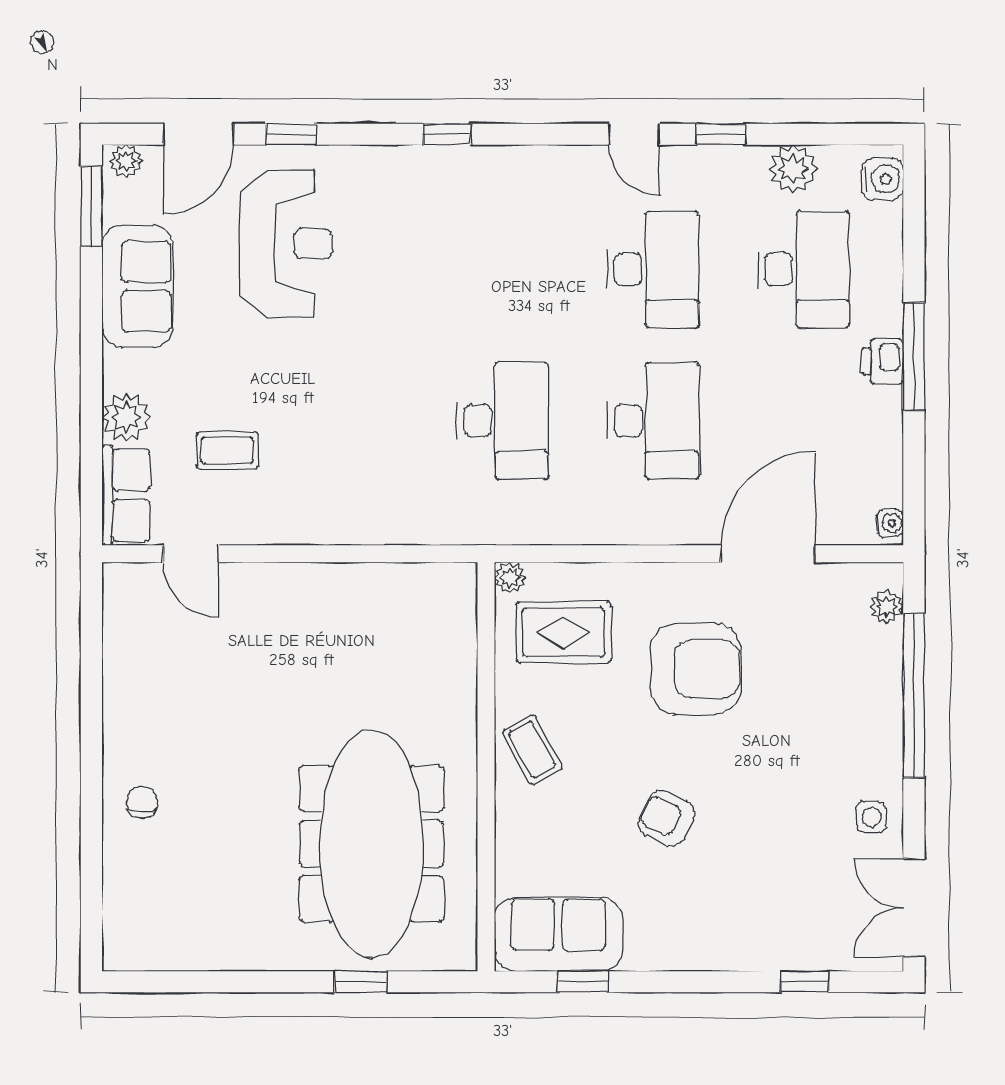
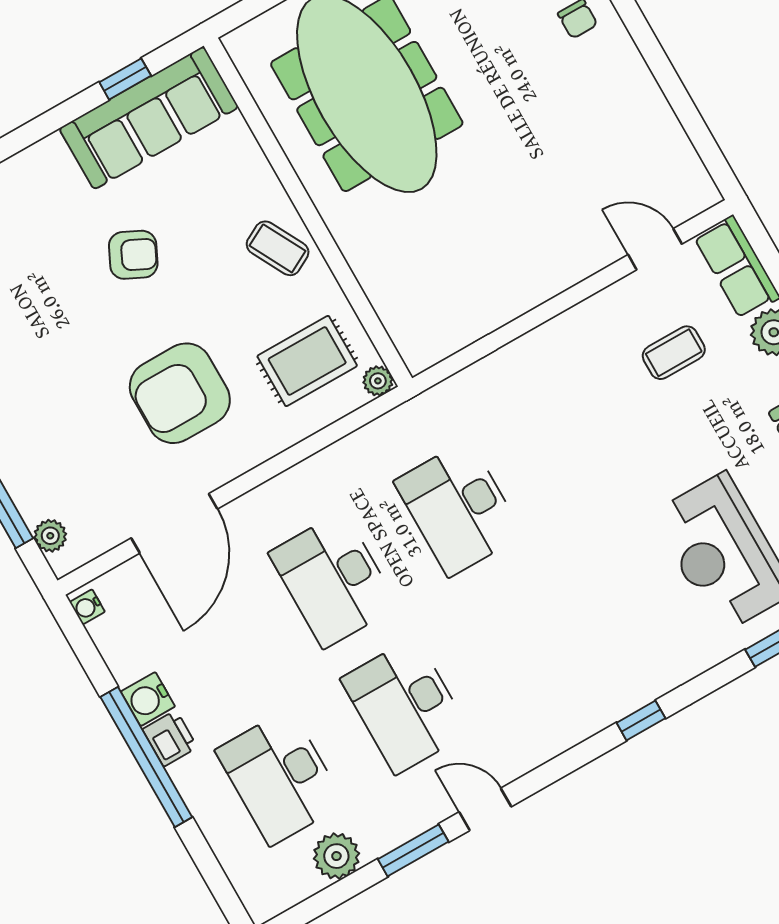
window: (720, 134) -> (413, 850), width x1.50
water cooler: (883, 179) -> (148, 699), moved
window: (914, 357) -> (146, 757), width x1.46
sofa: (558, 934) -> (149, 118), width x1.36

